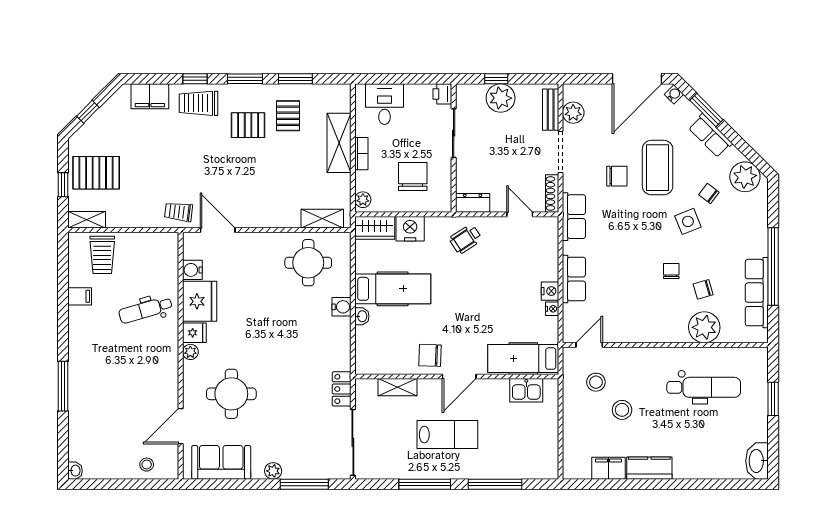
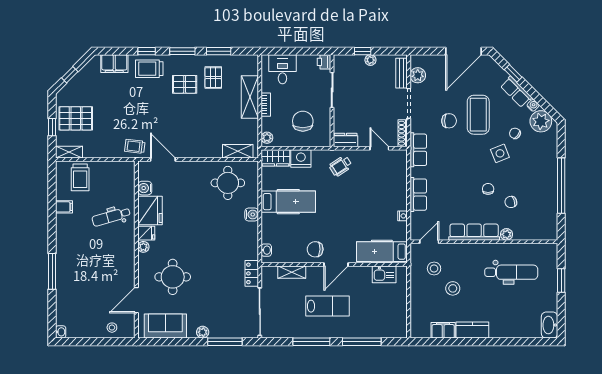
water cooler: (674, 94) -> (533, 105), moved
plant: (501, 98) -> (370, 60), width x0.53, depth x0.53
window: (706, 110) -> (513, 73), width x0.67
nightstand: (550, 291) -> (401, 203), removed
row of seats: (757, 293) -> (474, 232), moved, turned 90
washbasin: (362, 316) -> (266, 250), moved
plant: (704, 327) -> (506, 234), width x0.53, depth x0.53

